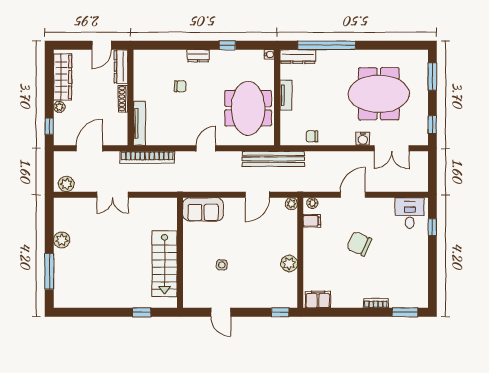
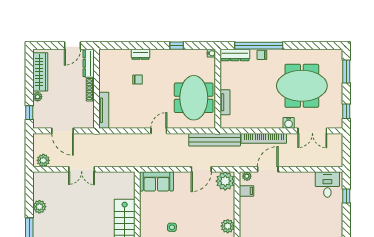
dresser: (198, 56) -> (141, 54), moved
tv unit: (286, 95) -> (225, 102), moved
chair: (312, 136) -> (262, 55), moved
door: (90, 148) -> (63, 131), swing flipped
bookcase: (147, 157) -> (264, 138), moved
door: (353, 195) -> (268, 169), moved
plant: (291, 204) -> (225, 181), width x1.87, depth x1.87
chair: (359, 244) -> (286, 210), removed

